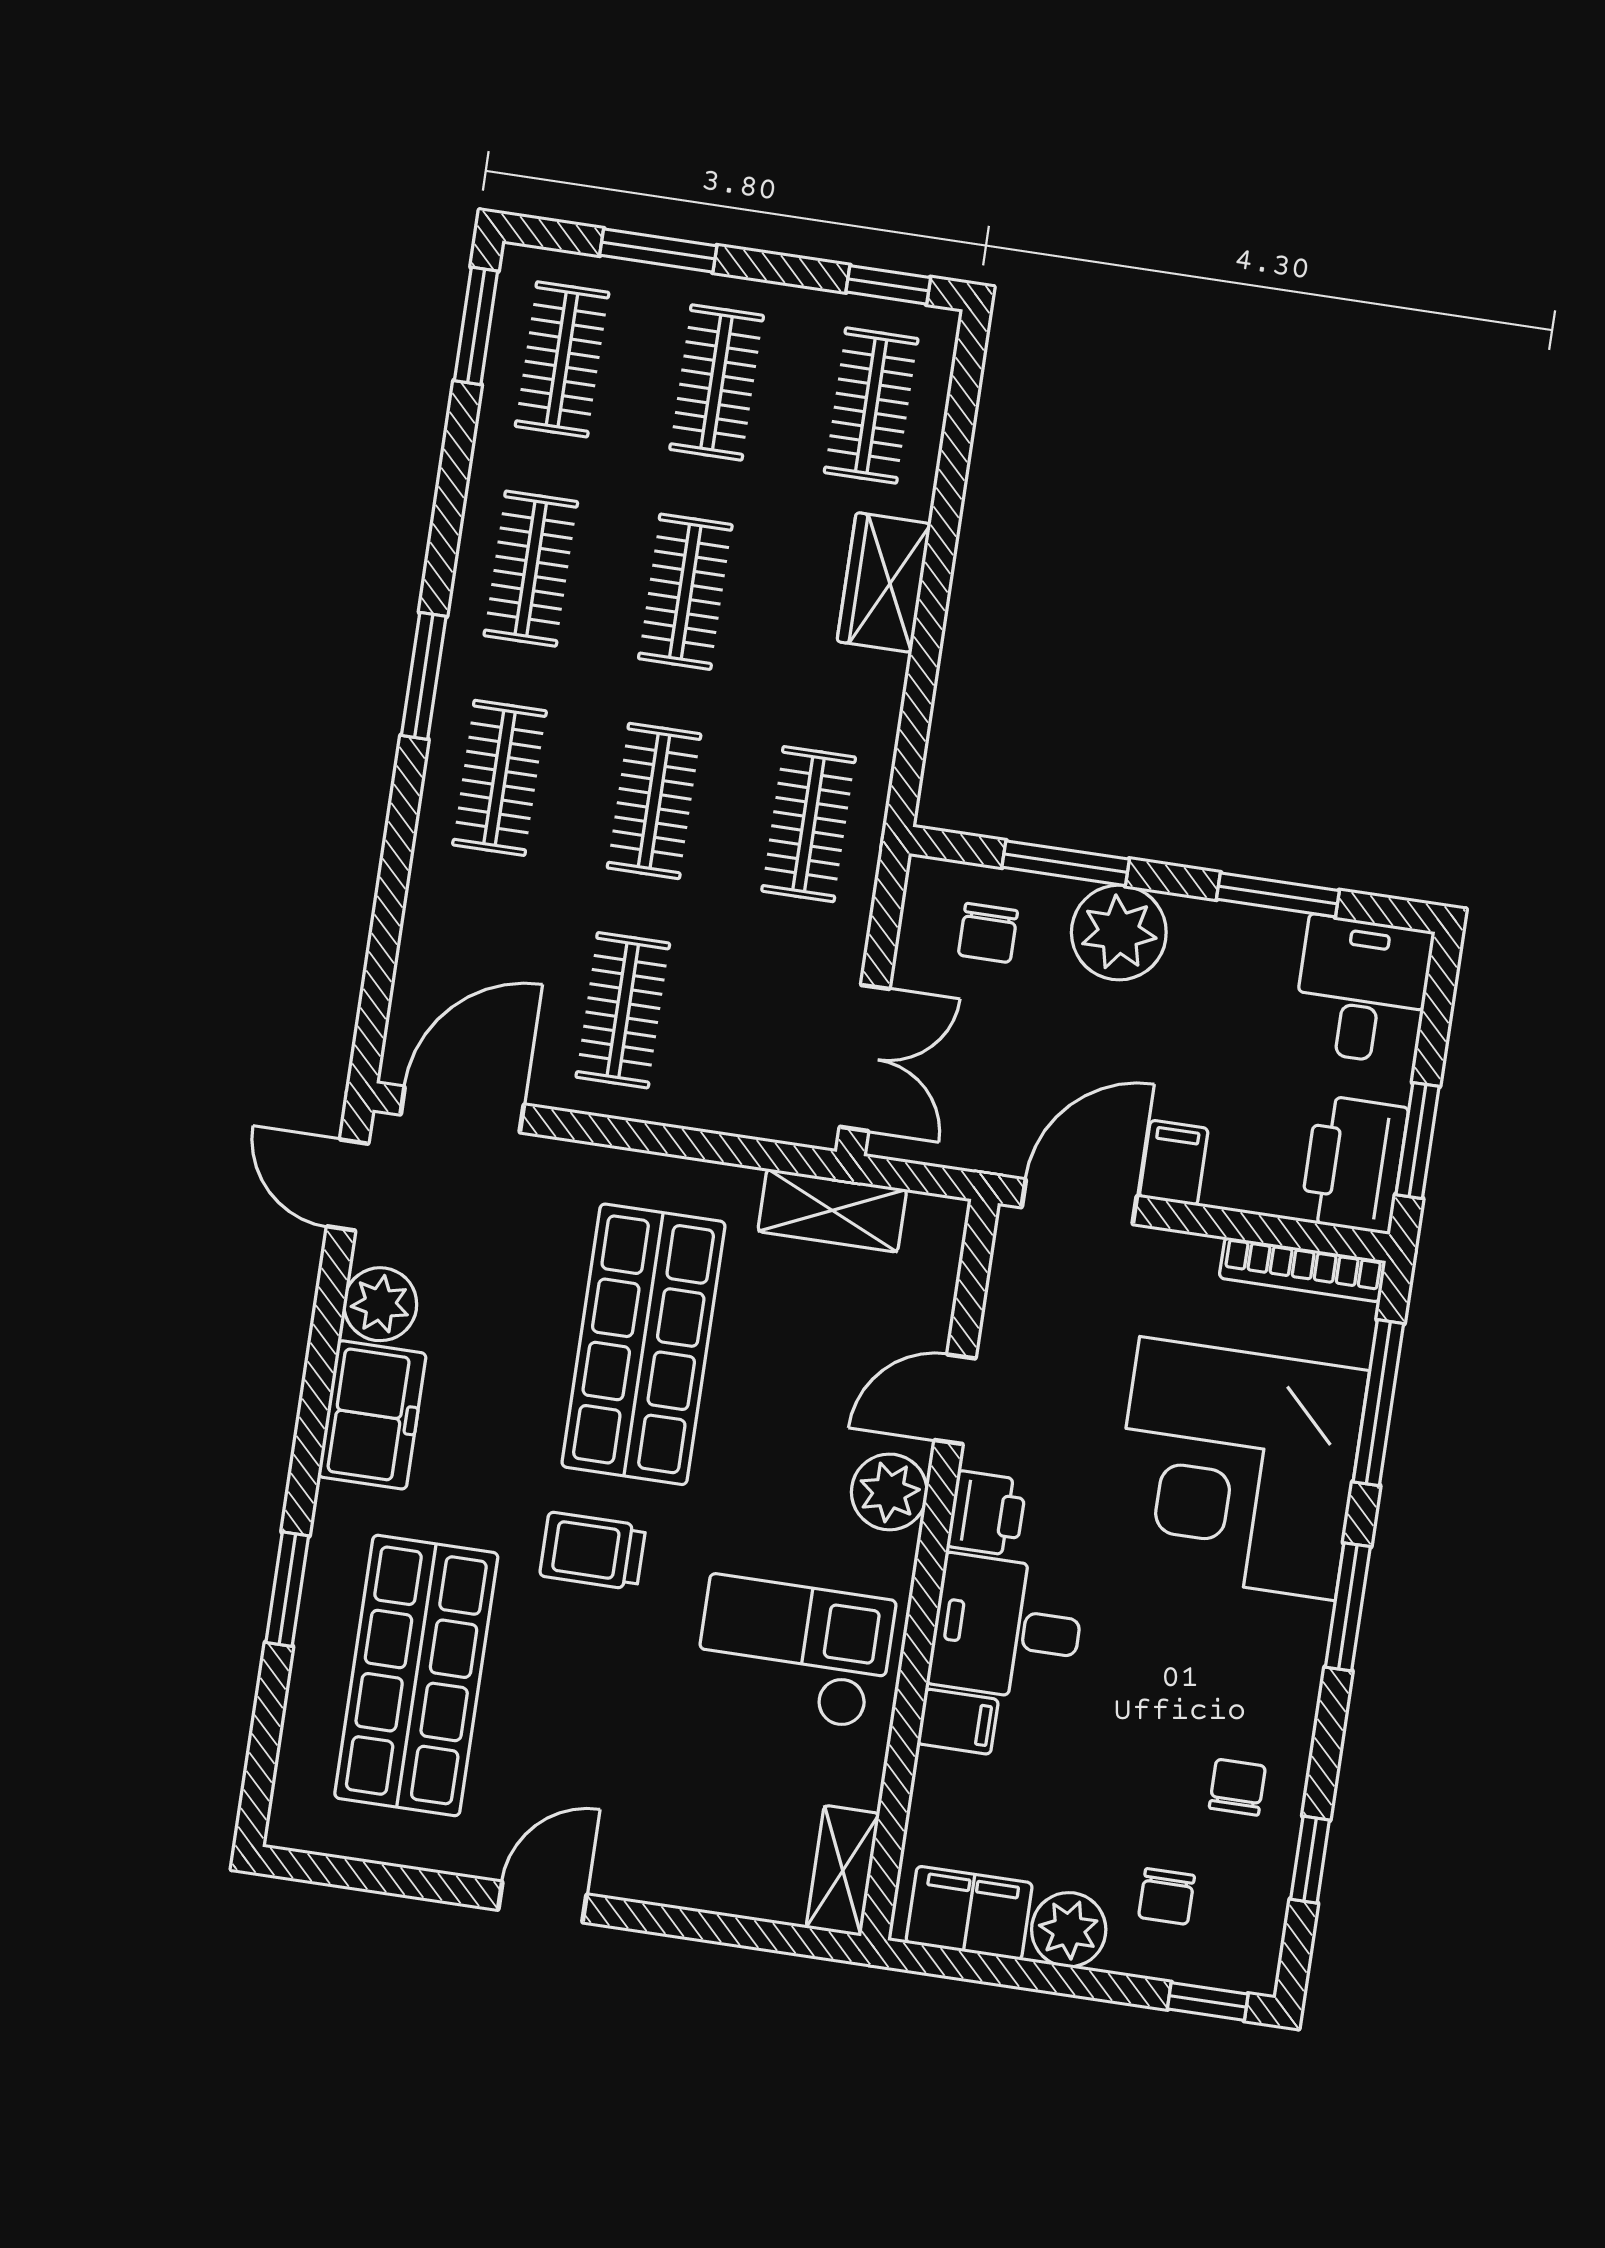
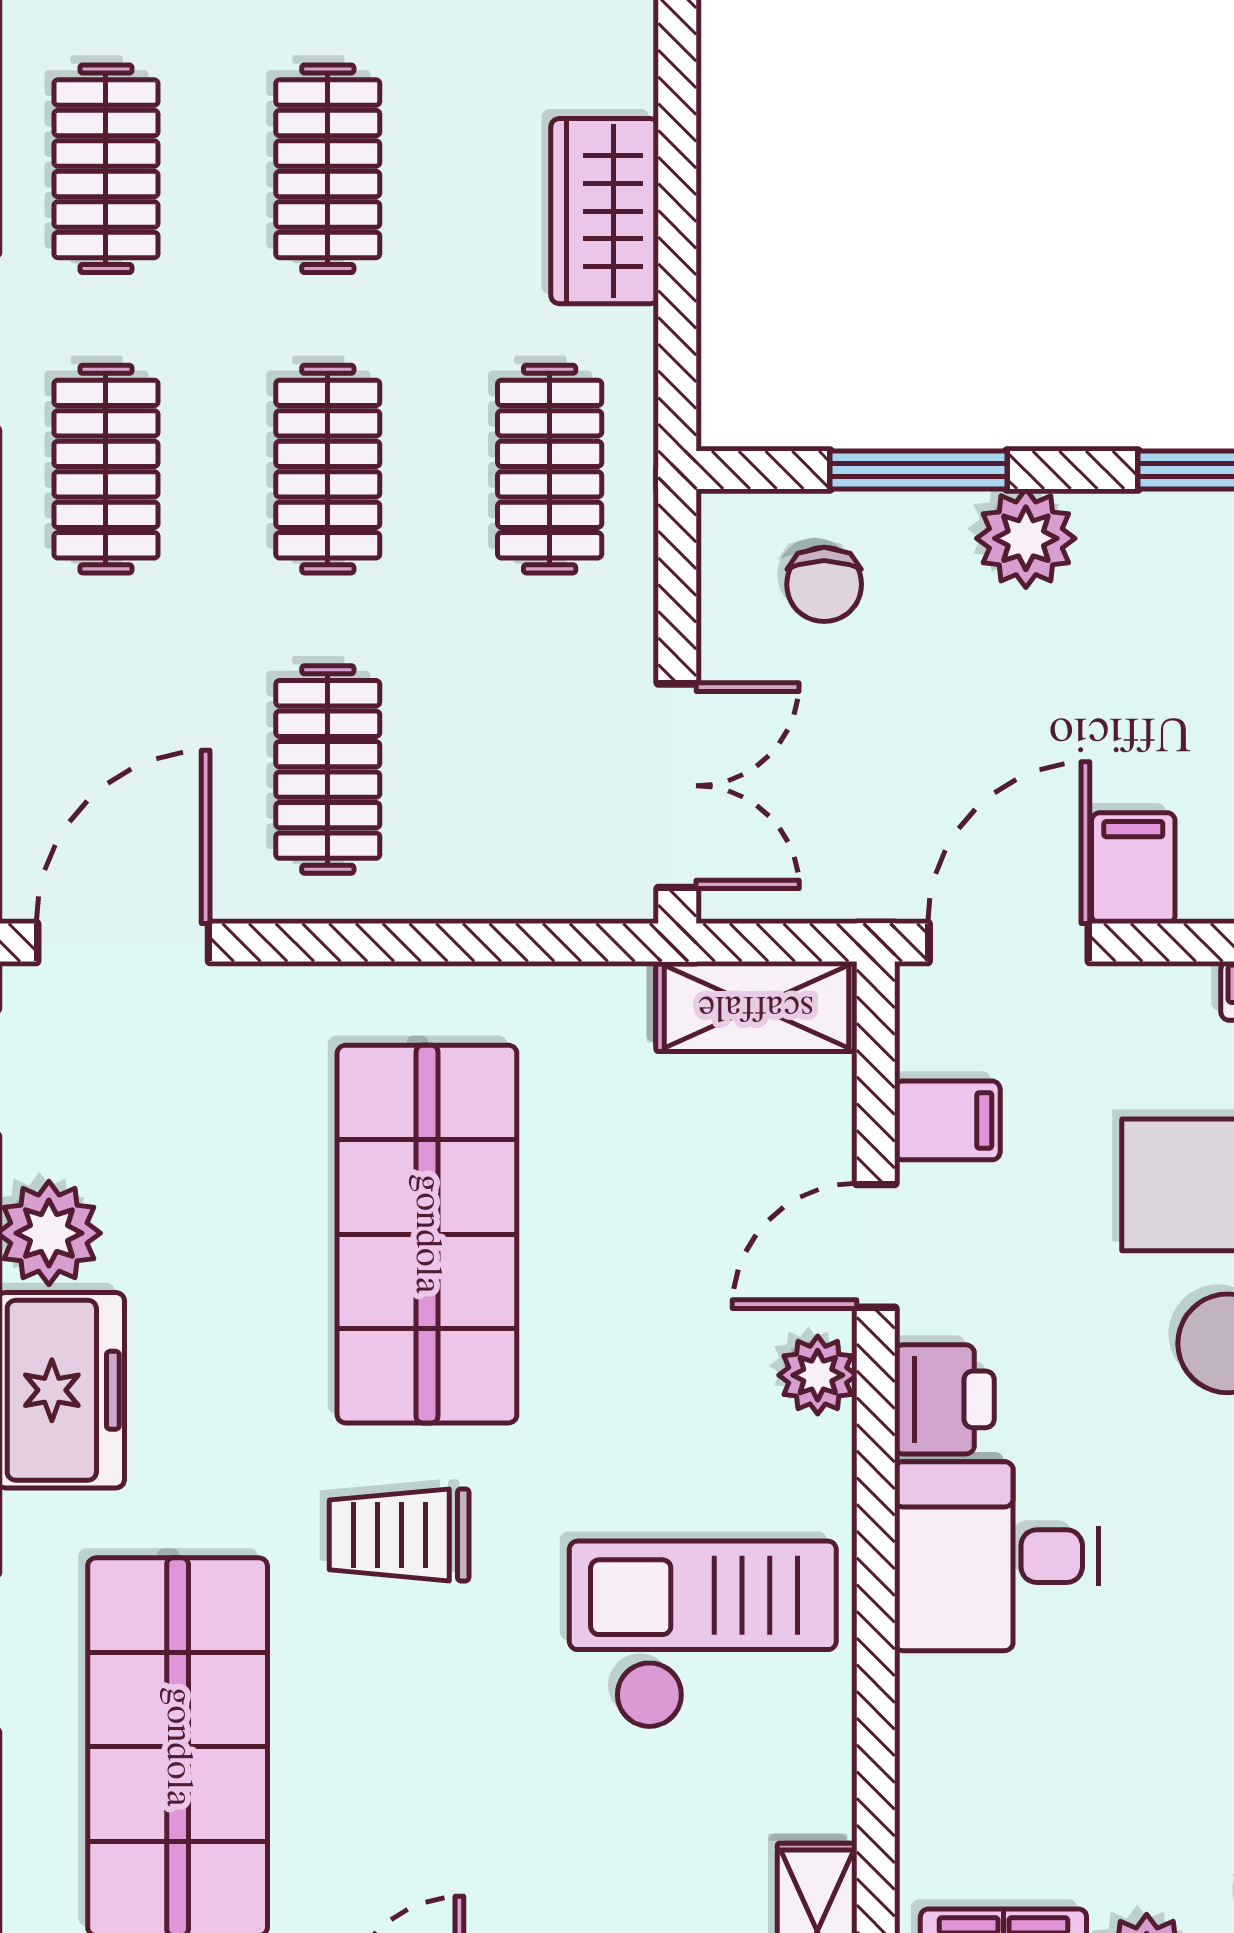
wardrobe: (884, 583) -> (605, 211), moved
plant: (1119, 933) -> (1026, 538), width x0.73, depth x0.73
shelving: (832, 1210) -> (756, 1007), moved
plant: (889, 1492) -> (818, 1375), width x0.73, depth x0.73
filing cabinet: (958, 1722) -> (947, 1120), moved

